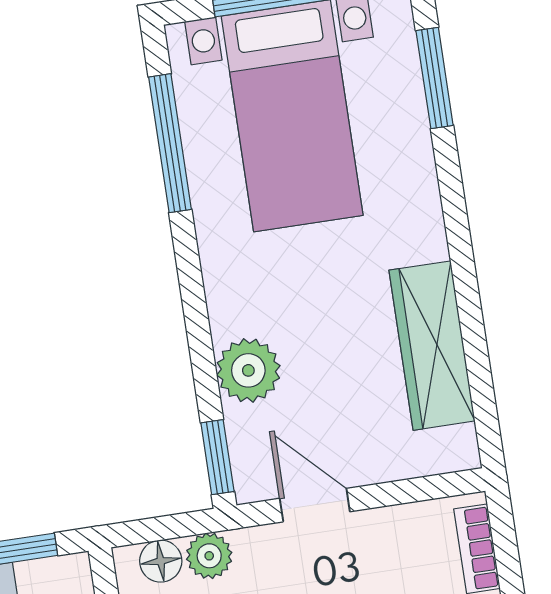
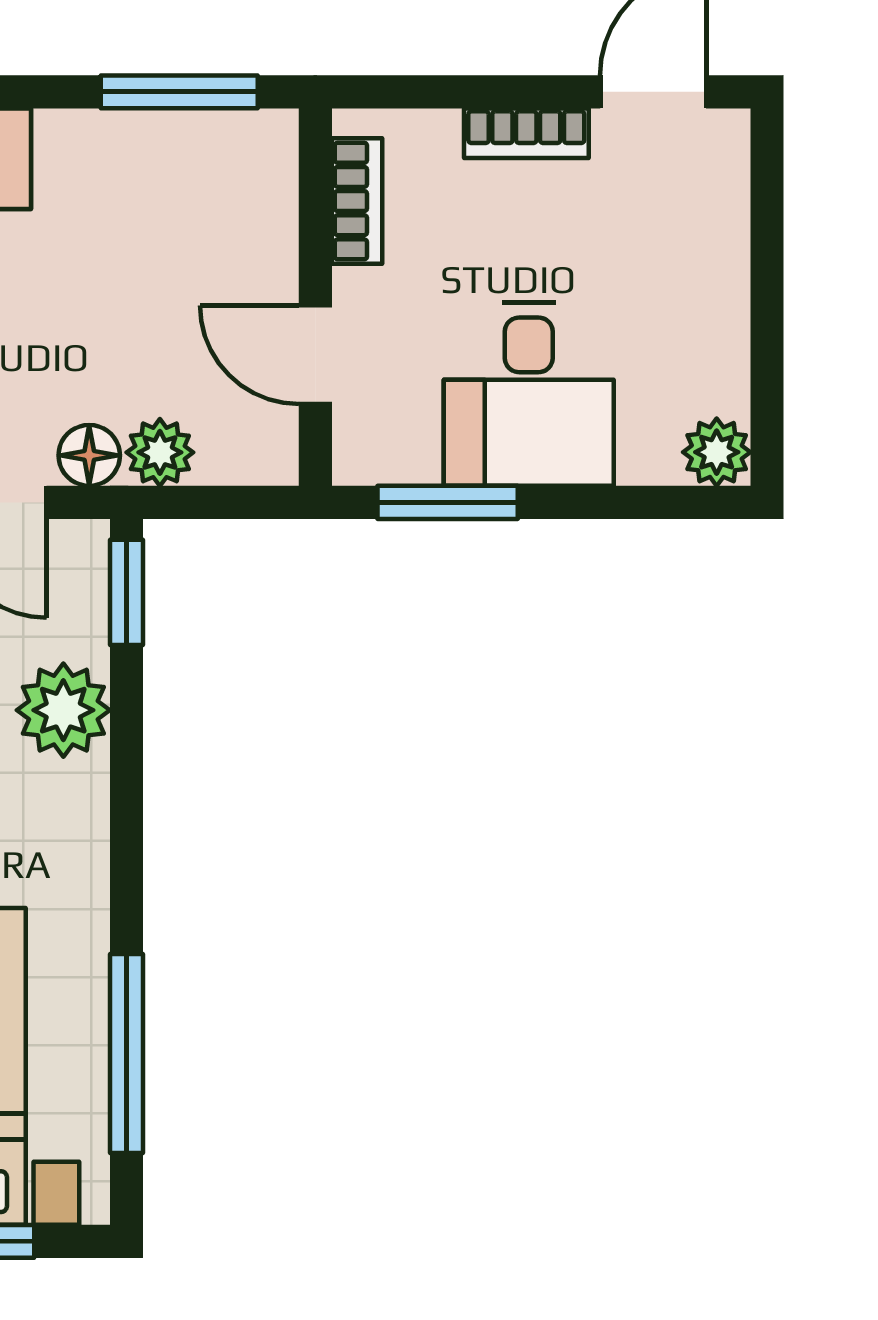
floor lamp: (161, 561) -> (89, 455), moved

